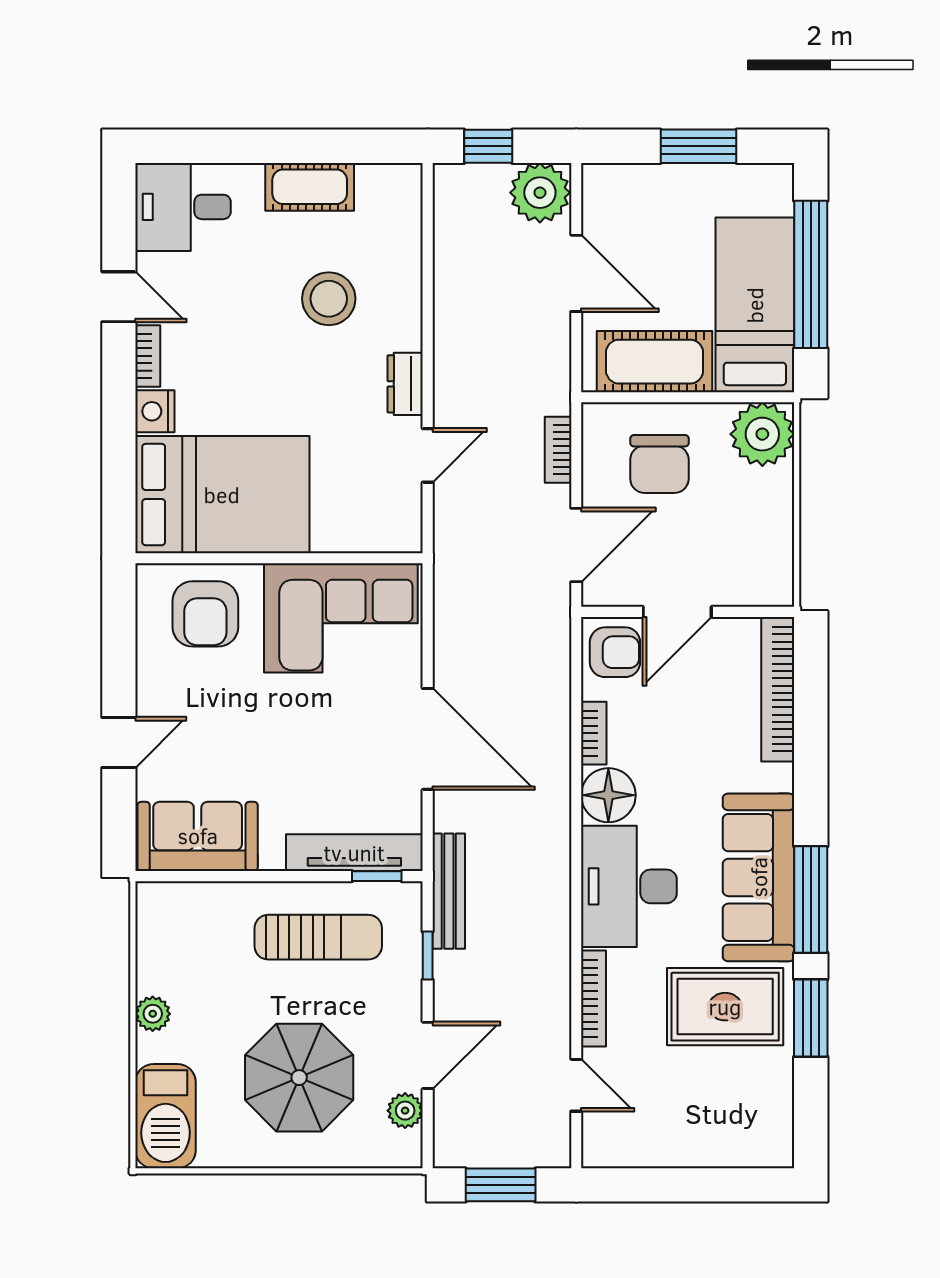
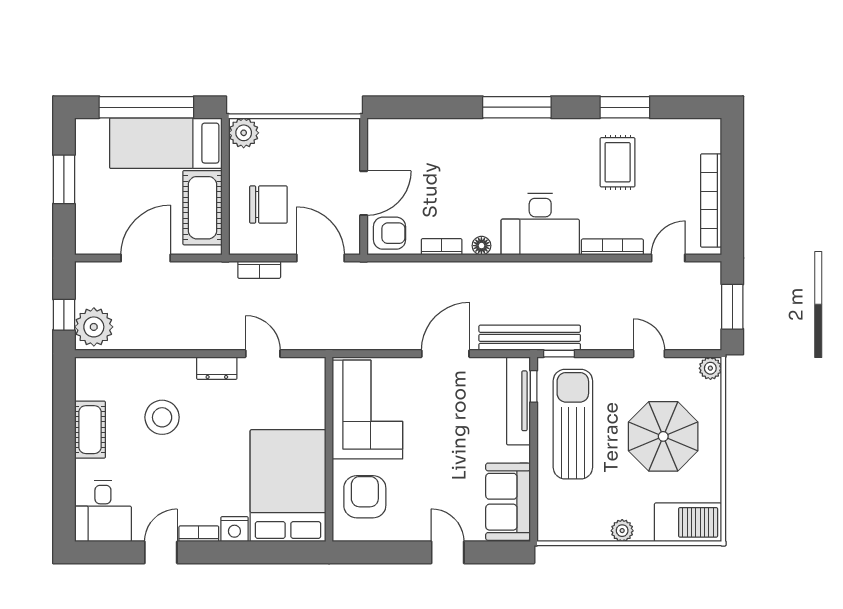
plant: (540, 193) -> (94, 327), moved
plant: (762, 434) -> (244, 133), width x0.73, depth x0.73
door: (677, 612) -> (364, 193), hinge flipped
armchair: (205, 614) -> (365, 497), turned -90
armchair: (615, 652) -> (390, 233), turned 90
bookcase: (778, 689) -> (711, 200), moved, turned 90
door: (428, 739) -> (445, 354), width x0.73
floor lamp: (608, 795) -> (481, 246), width x0.53, depth x0.53
sofa: (759, 877) -> (534, 141), removed
bench: (449, 891) -> (530, 338), width x1.37, depth x1.21
window: (811, 899) -> (517, 107), moved
sun lounger: (318, 937) -> (573, 424), width x1.36, depth x1.34
window: (428, 956) -> (559, 354), moved
rug: (725, 1007) -> (618, 162), width x0.73, depth x0.70
door: (428, 1055) -> (649, 354), width x0.73
plant: (405, 1111) -> (710, 368), moved

